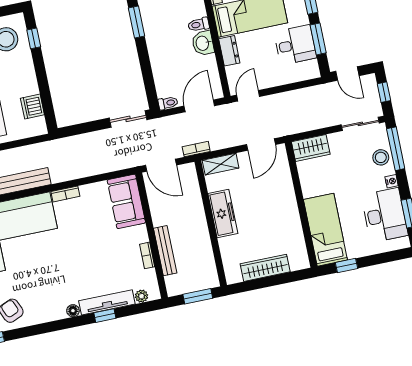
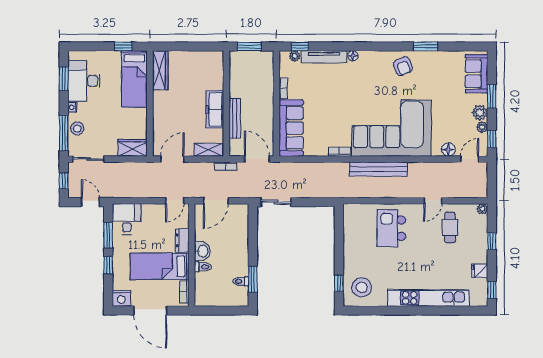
desk: (295, 45) -> (127, 219), moved, turned 90
toilet: (168, 103) -> (241, 281), moved
dishwasher: (32, 107) -> (351, 228), removed
sofa: (126, 201) -> (291, 128), width x1.36
bench: (165, 251) -> (235, 118), moved
wardrobe: (265, 268) -> (160, 70), moved, turned -90
window: (105, 316) -> (300, 46), moved

